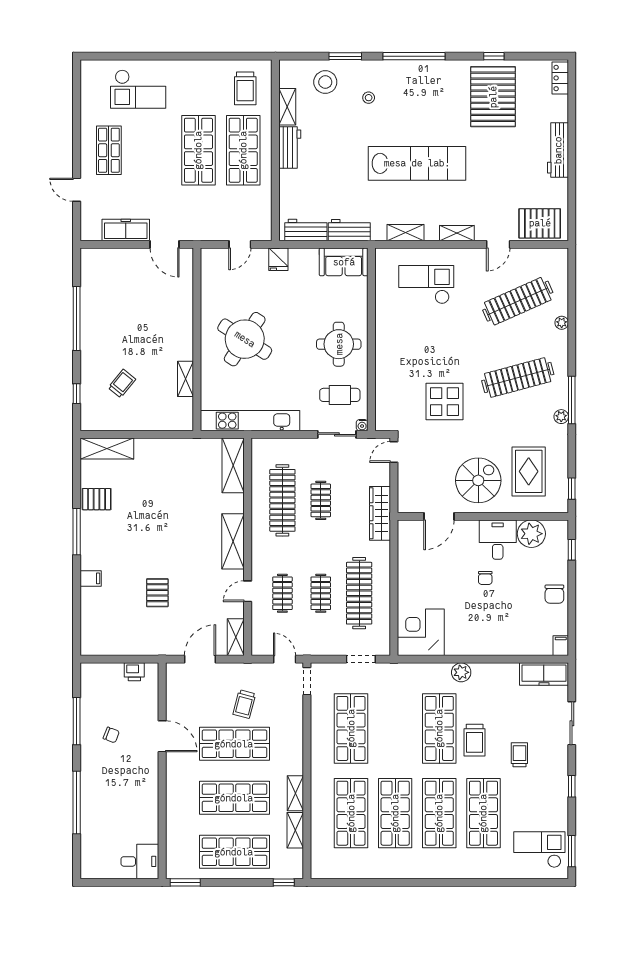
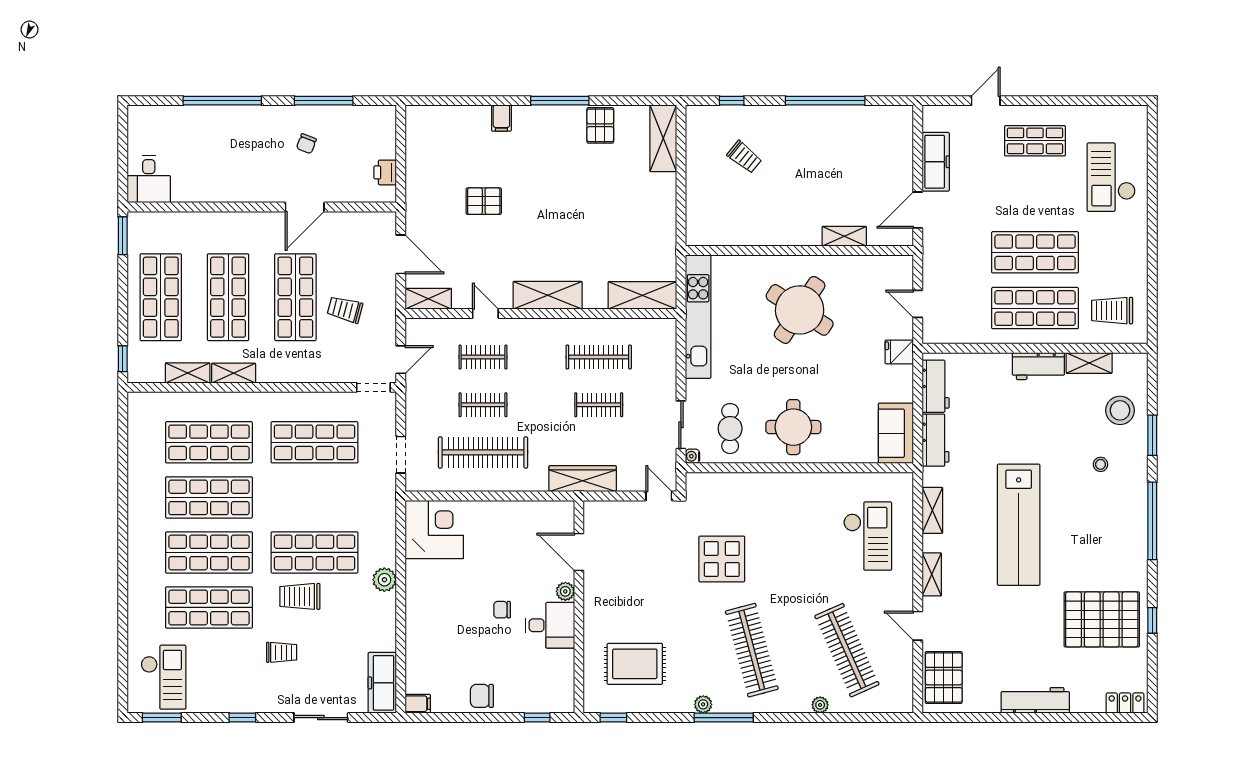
shelving: (186, 379) -> (844, 236), moved
spiral stairs: (478, 480) -> (624, 601), removed
clothes rail: (282, 500) -> (599, 357), width x0.73, depth x0.76
plant: (531, 534) -> (565, 591), moved, width x0.53, depth x0.53

